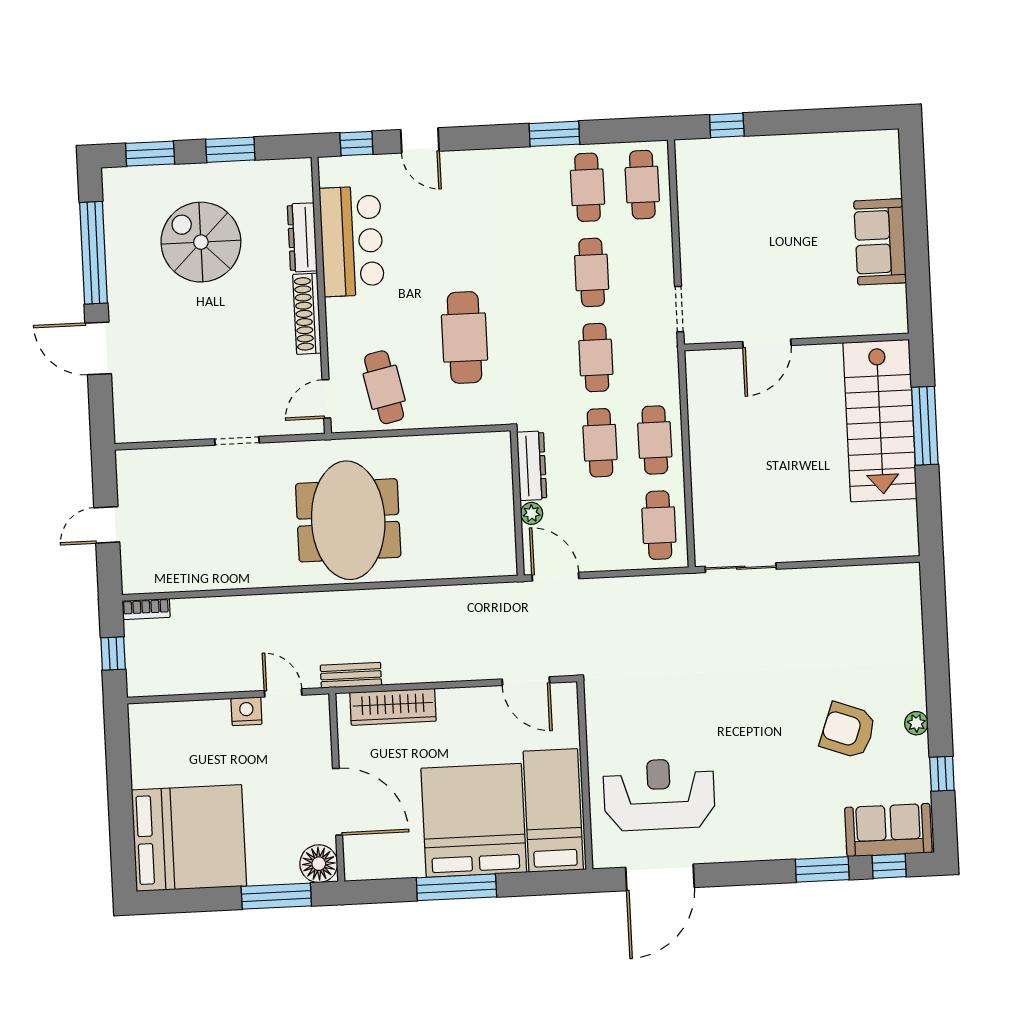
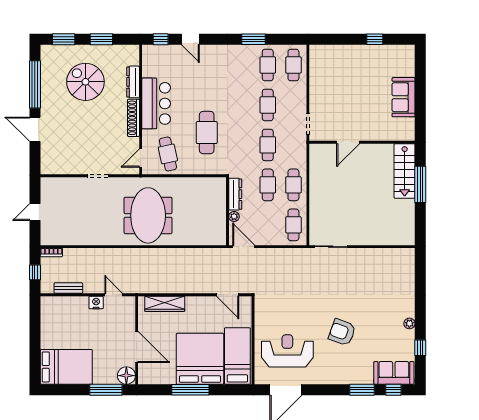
window: (727, 125) -> (375, 39), moved
bar counter: (352, 241) -> (156, 103), moved
stairs: (880, 421) -> (405, 171), width x0.73, depth x0.66
bench: (351, 675) -> (68, 288), moved
armchair: (848, 730) -> (342, 332), moved
bed: (189, 838) -> (66, 367), width x0.73

